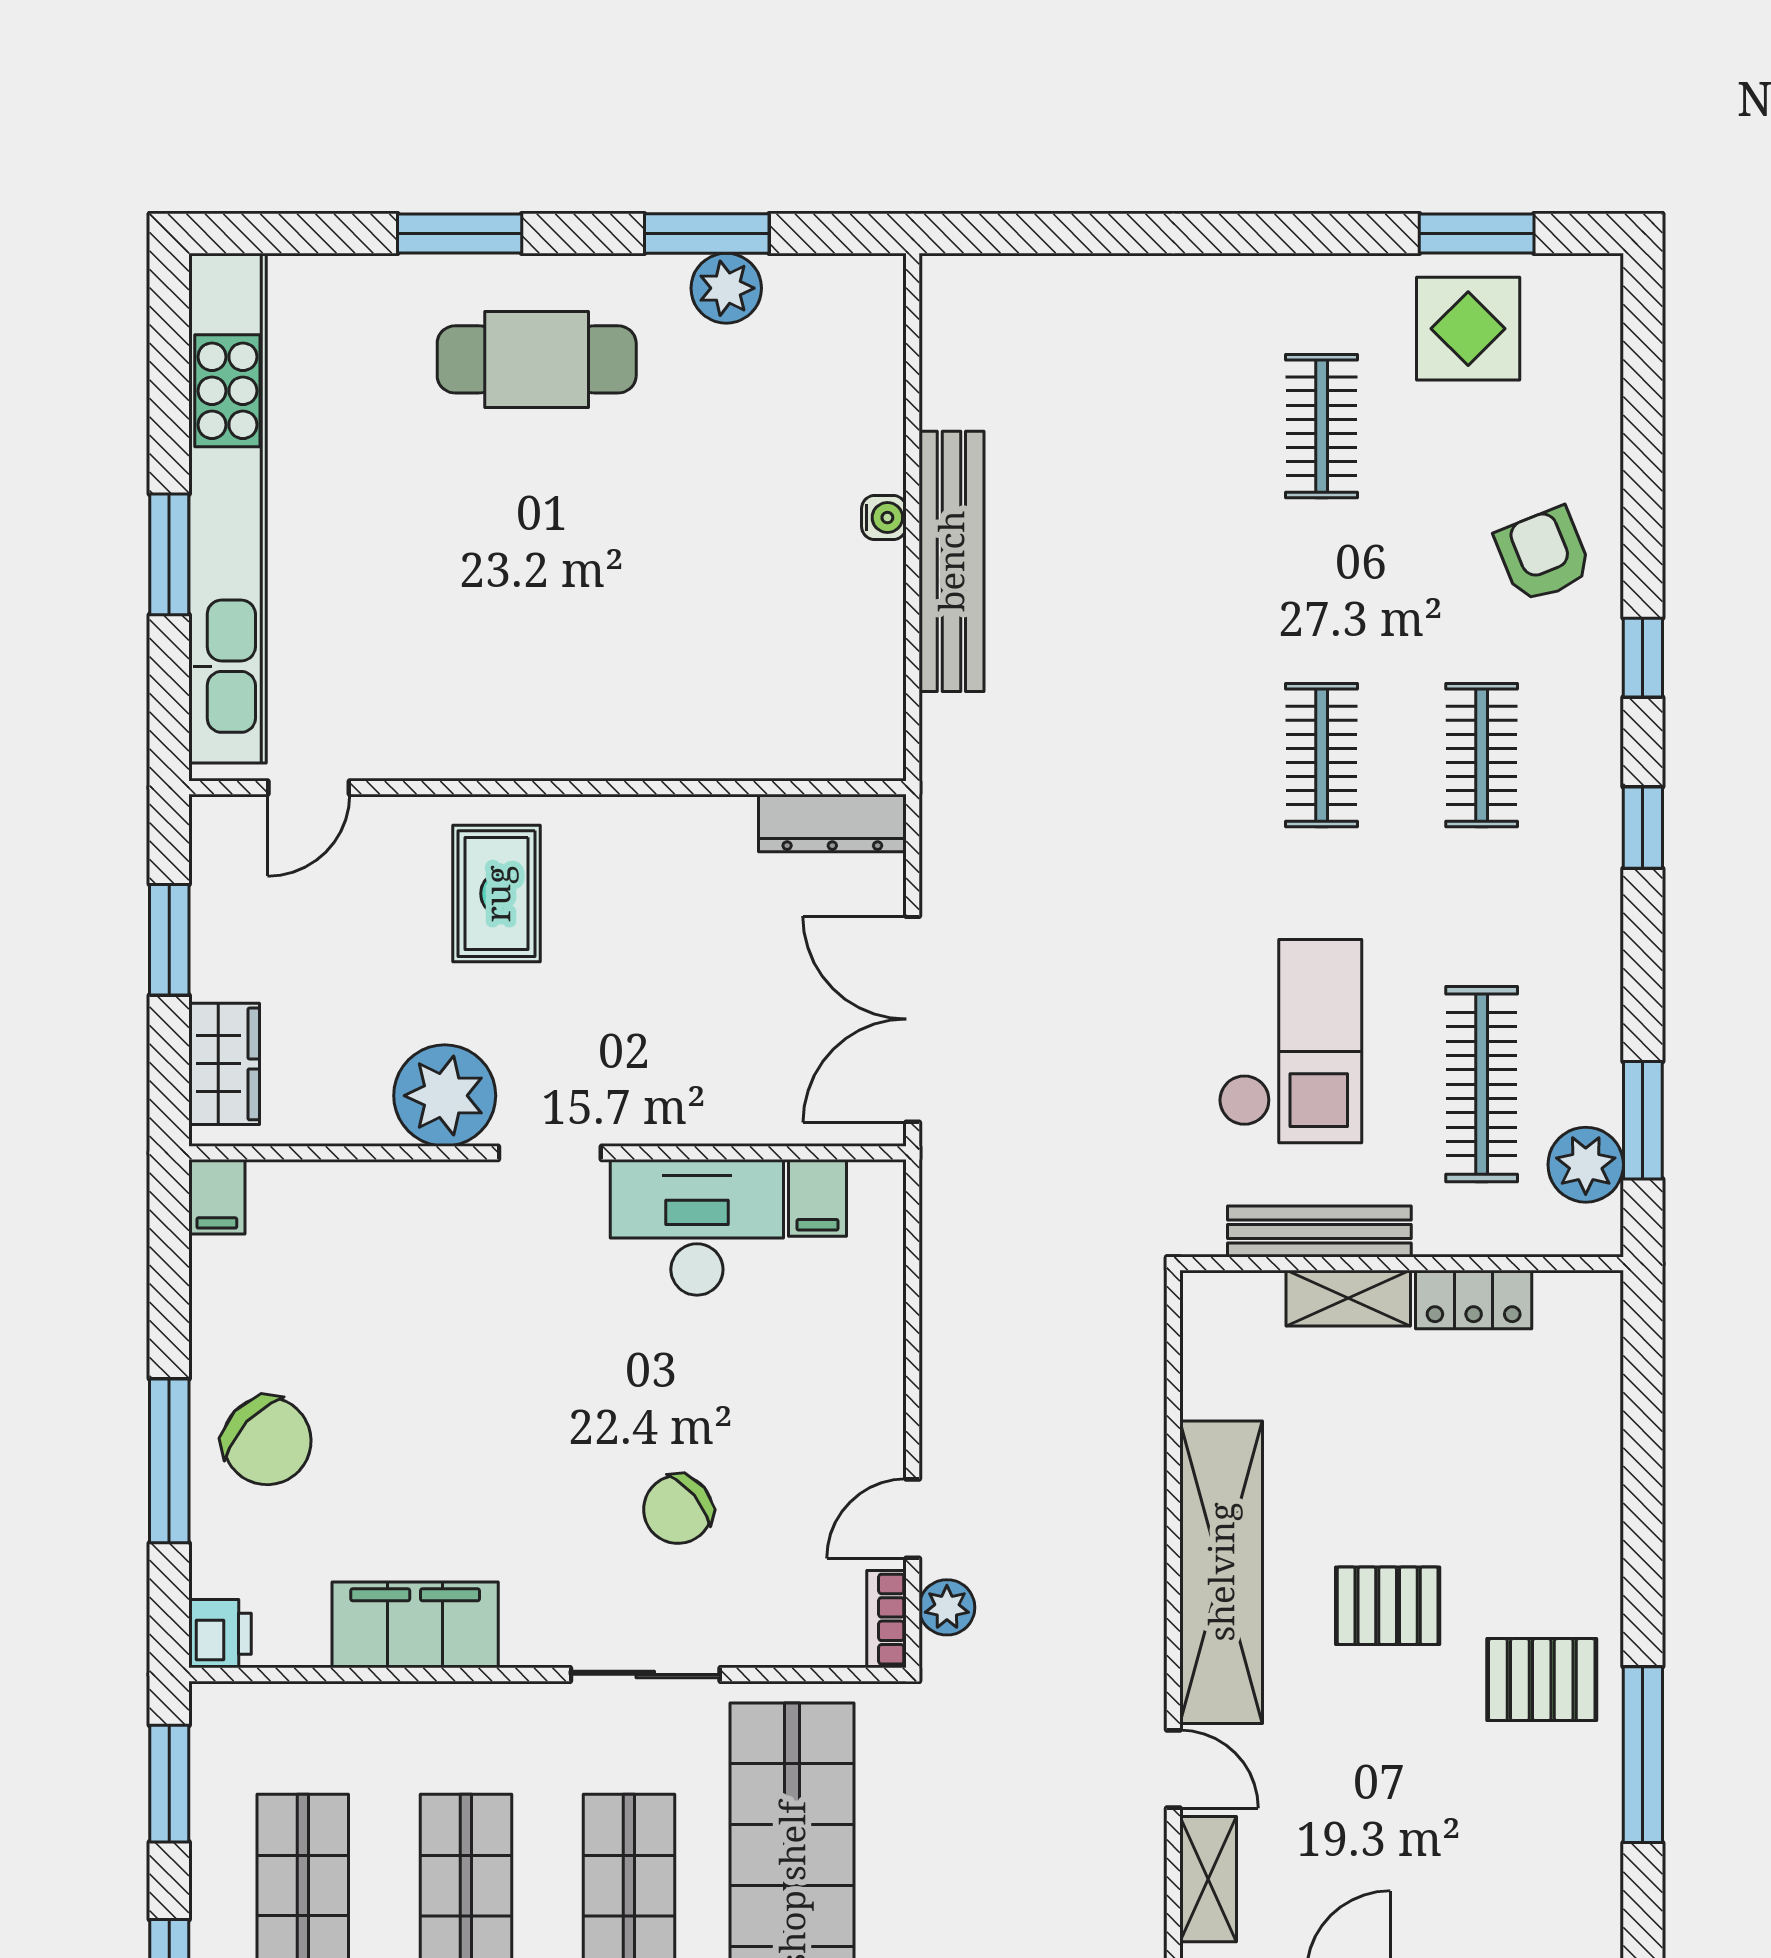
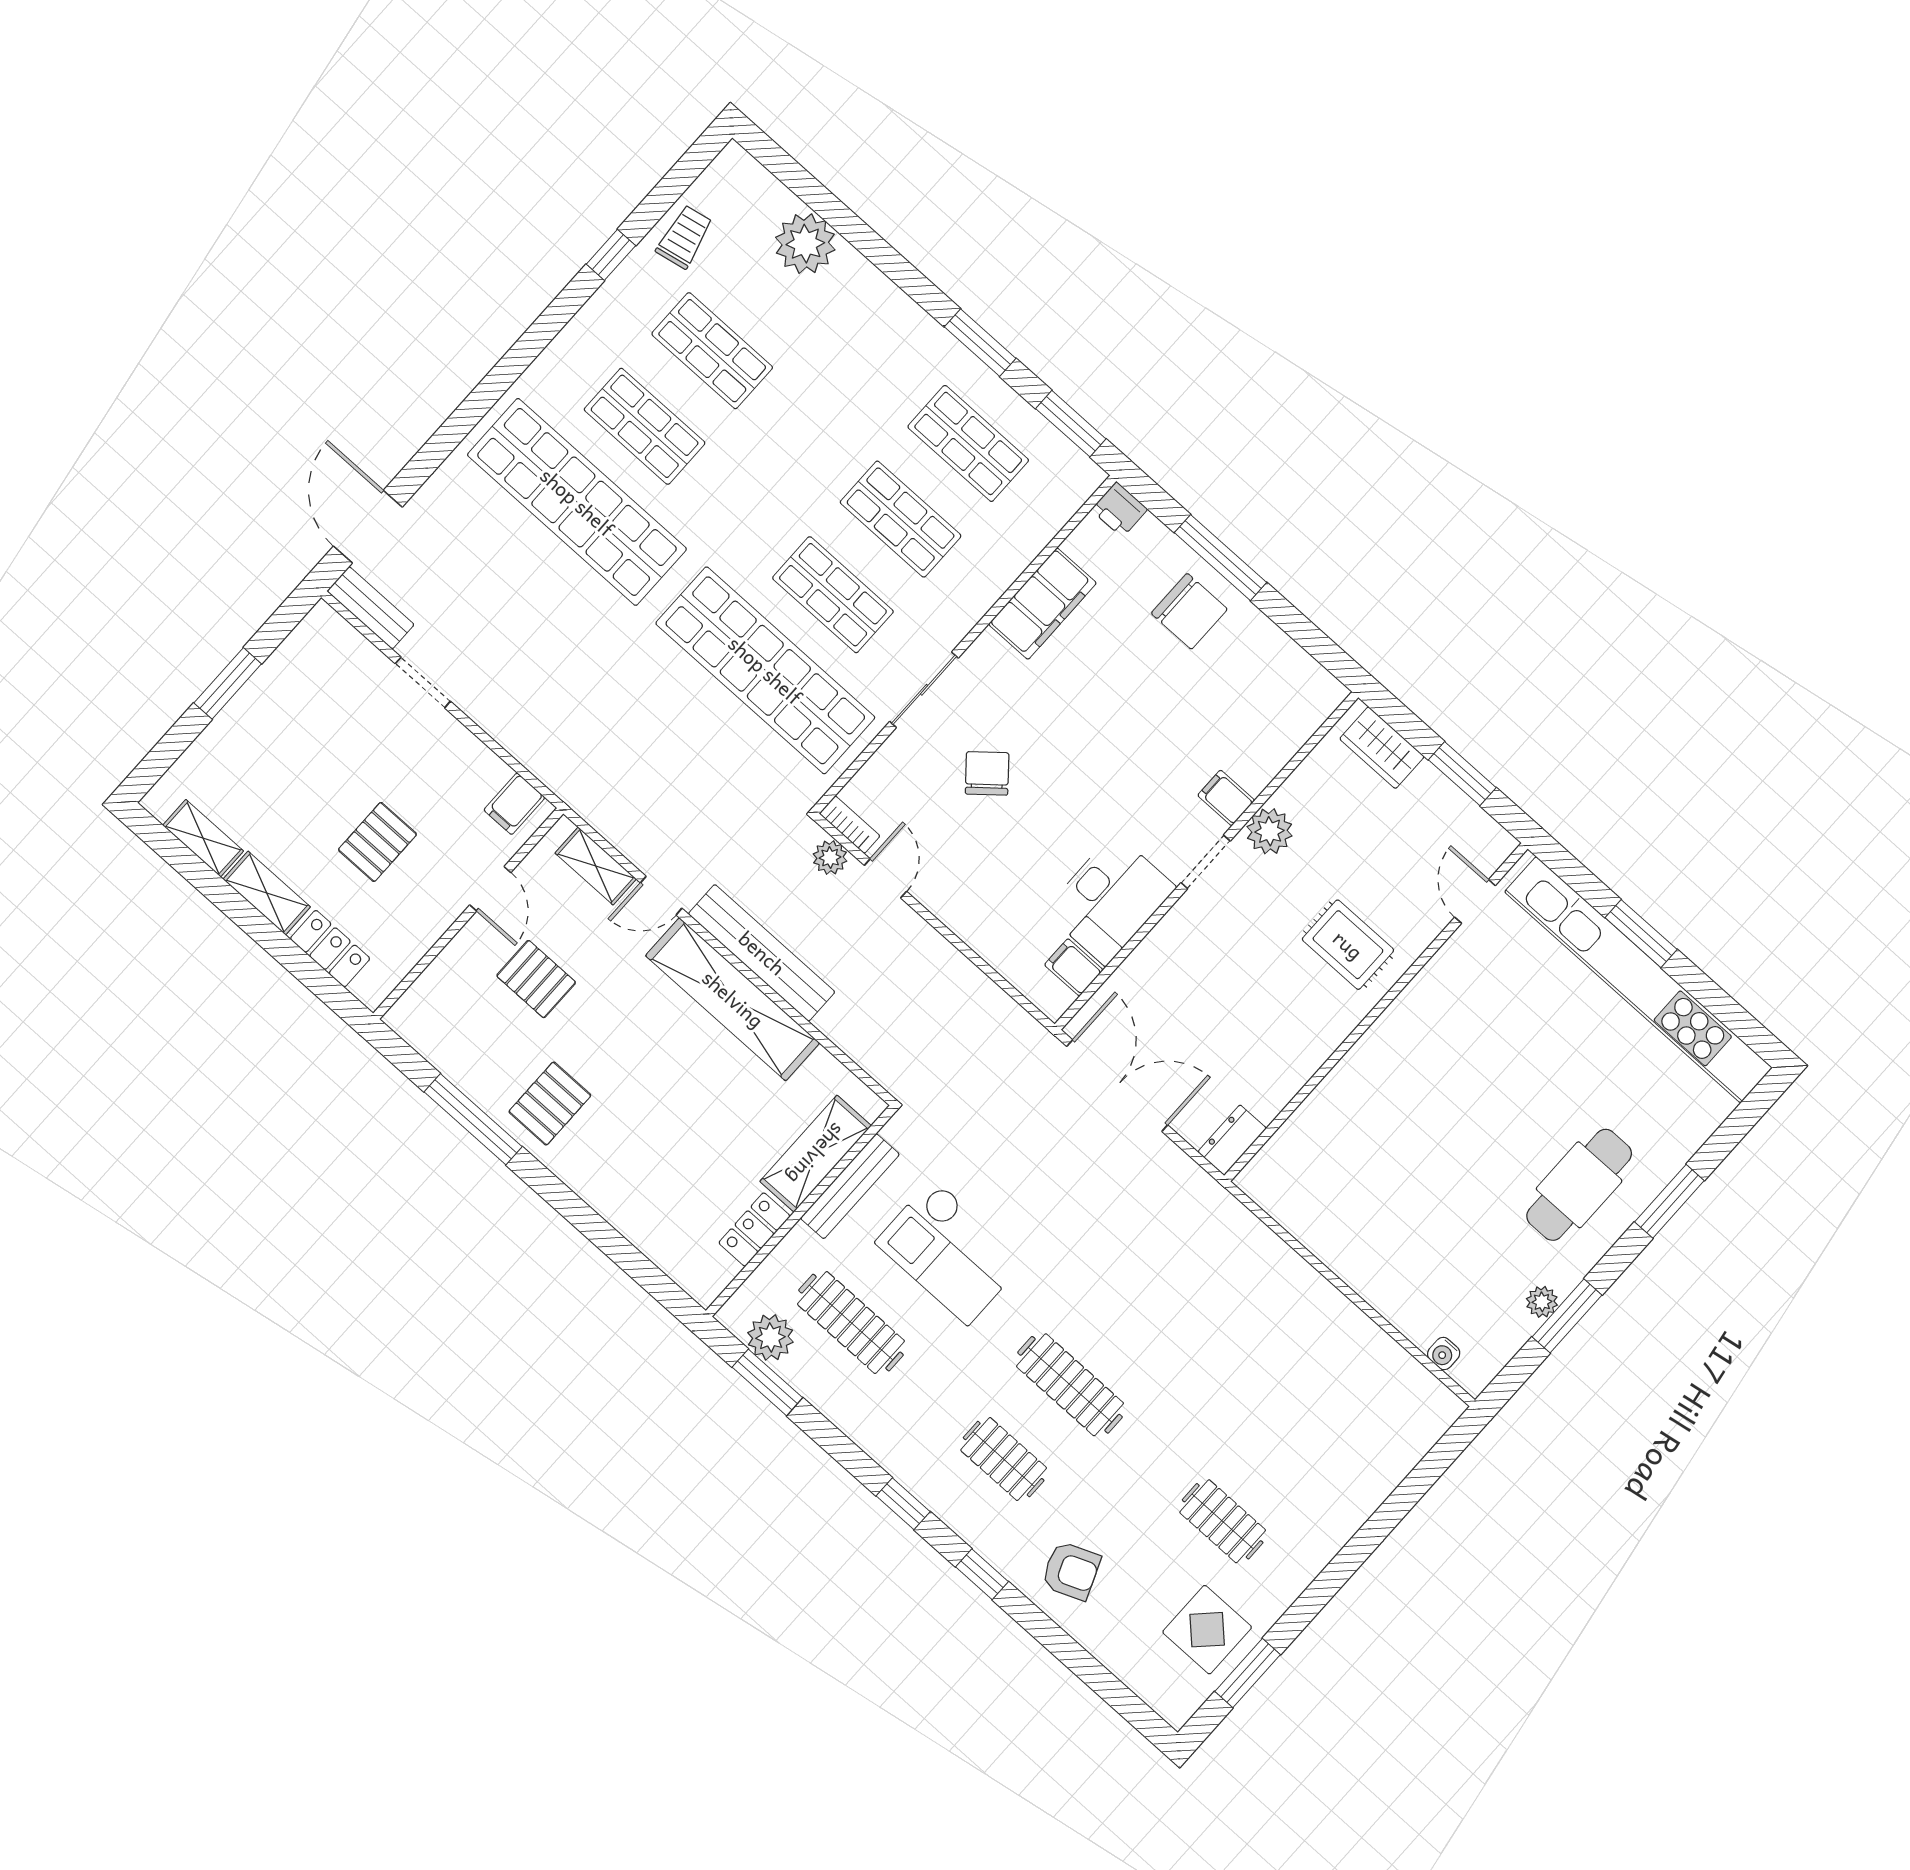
plant: (726, 288) -> (1542, 1302), width x0.73, depth x0.73
water cooler: (884, 518) -> (1444, 1354), moved
bench: (951, 561) -> (762, 953), moved
clothes rail: (1322, 755) -> (1070, 1385), width x1.36
dresser: (832, 823) -> (1232, 1140), width x0.70
plant: (445, 1096) -> (1270, 831), width x0.73, depth x0.73
filing cabinet: (217, 1197) -> (1226, 798), moved
shelving: (1348, 1298) -> (816, 1154), width x1.50, depth x1.33
chair: (267, 1441) -> (1189, 611), turned -133
pallet: (1388, 1606) -> (536, 979), moved, turned 90

